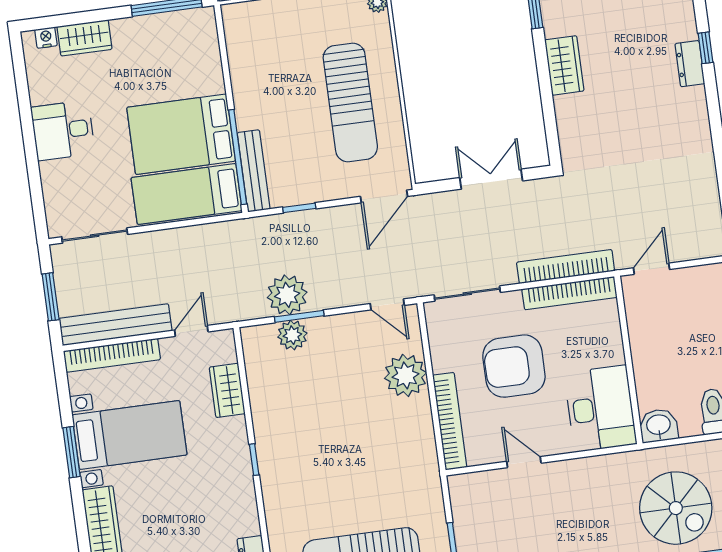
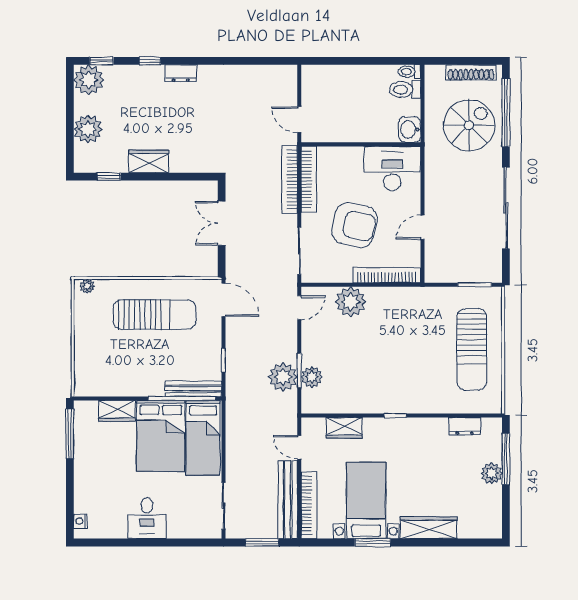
wardrobe: (84, 38) -> (117, 411), moved, turned 90
dresser: (690, 64) -> (181, 73), moved
armchair: (514, 366) -> (354, 225), turned -77

